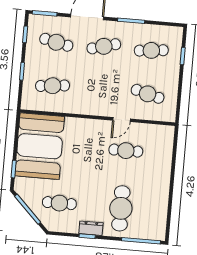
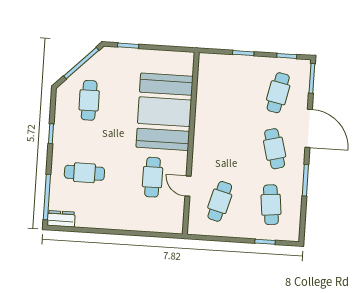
cafe table: (53, 86) -> (227, 89), removed
door: (122, 120) -> (188, 186), moved
booth: (40, 146) -> (165, 112), moved, turned 90
cafe table: (121, 208) -> (84, 173), width x0.73, depth x0.74
dresser: (91, 228) -> (61, 219), moved, turned -90

